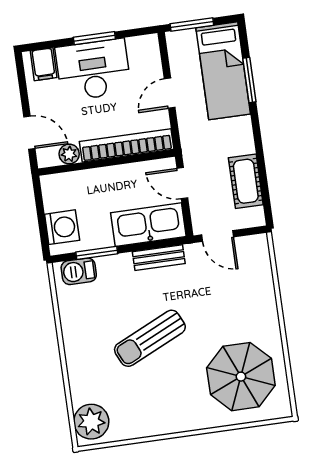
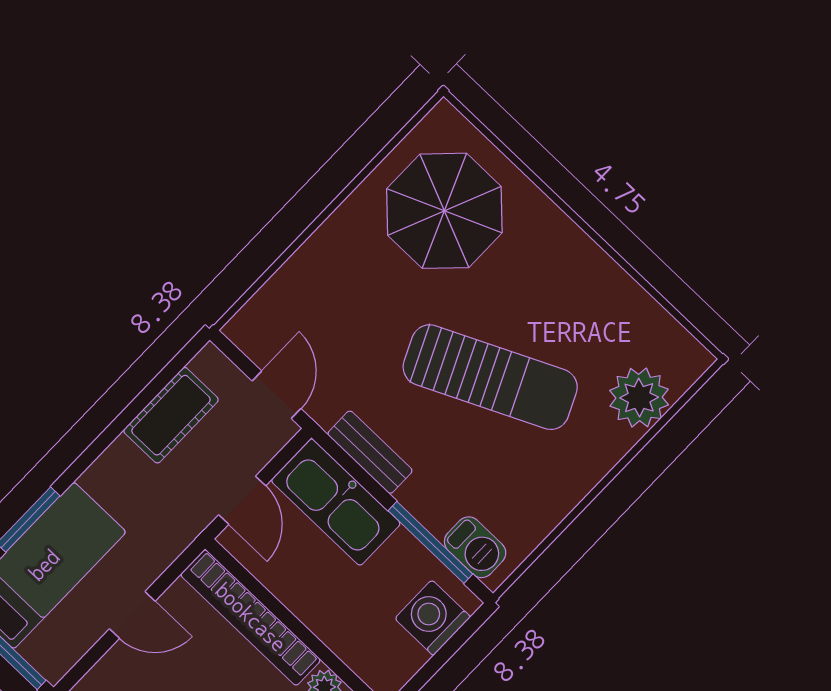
window: (97, 253) -> (430, 542), width x1.44
sun lounger: (150, 338) -> (490, 377), width x1.36, depth x1.34
plant: (91, 422) -> (639, 398), moved

